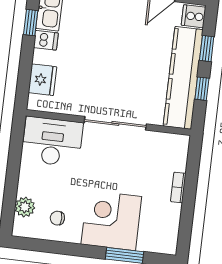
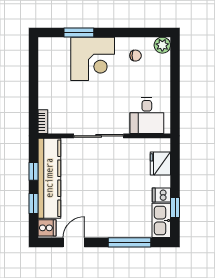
desk: (52, 142) -> (147, 116), width x0.73
bookcase: (178, 187) -> (43, 122), moved
plant: (25, 207) -> (162, 45), moved

